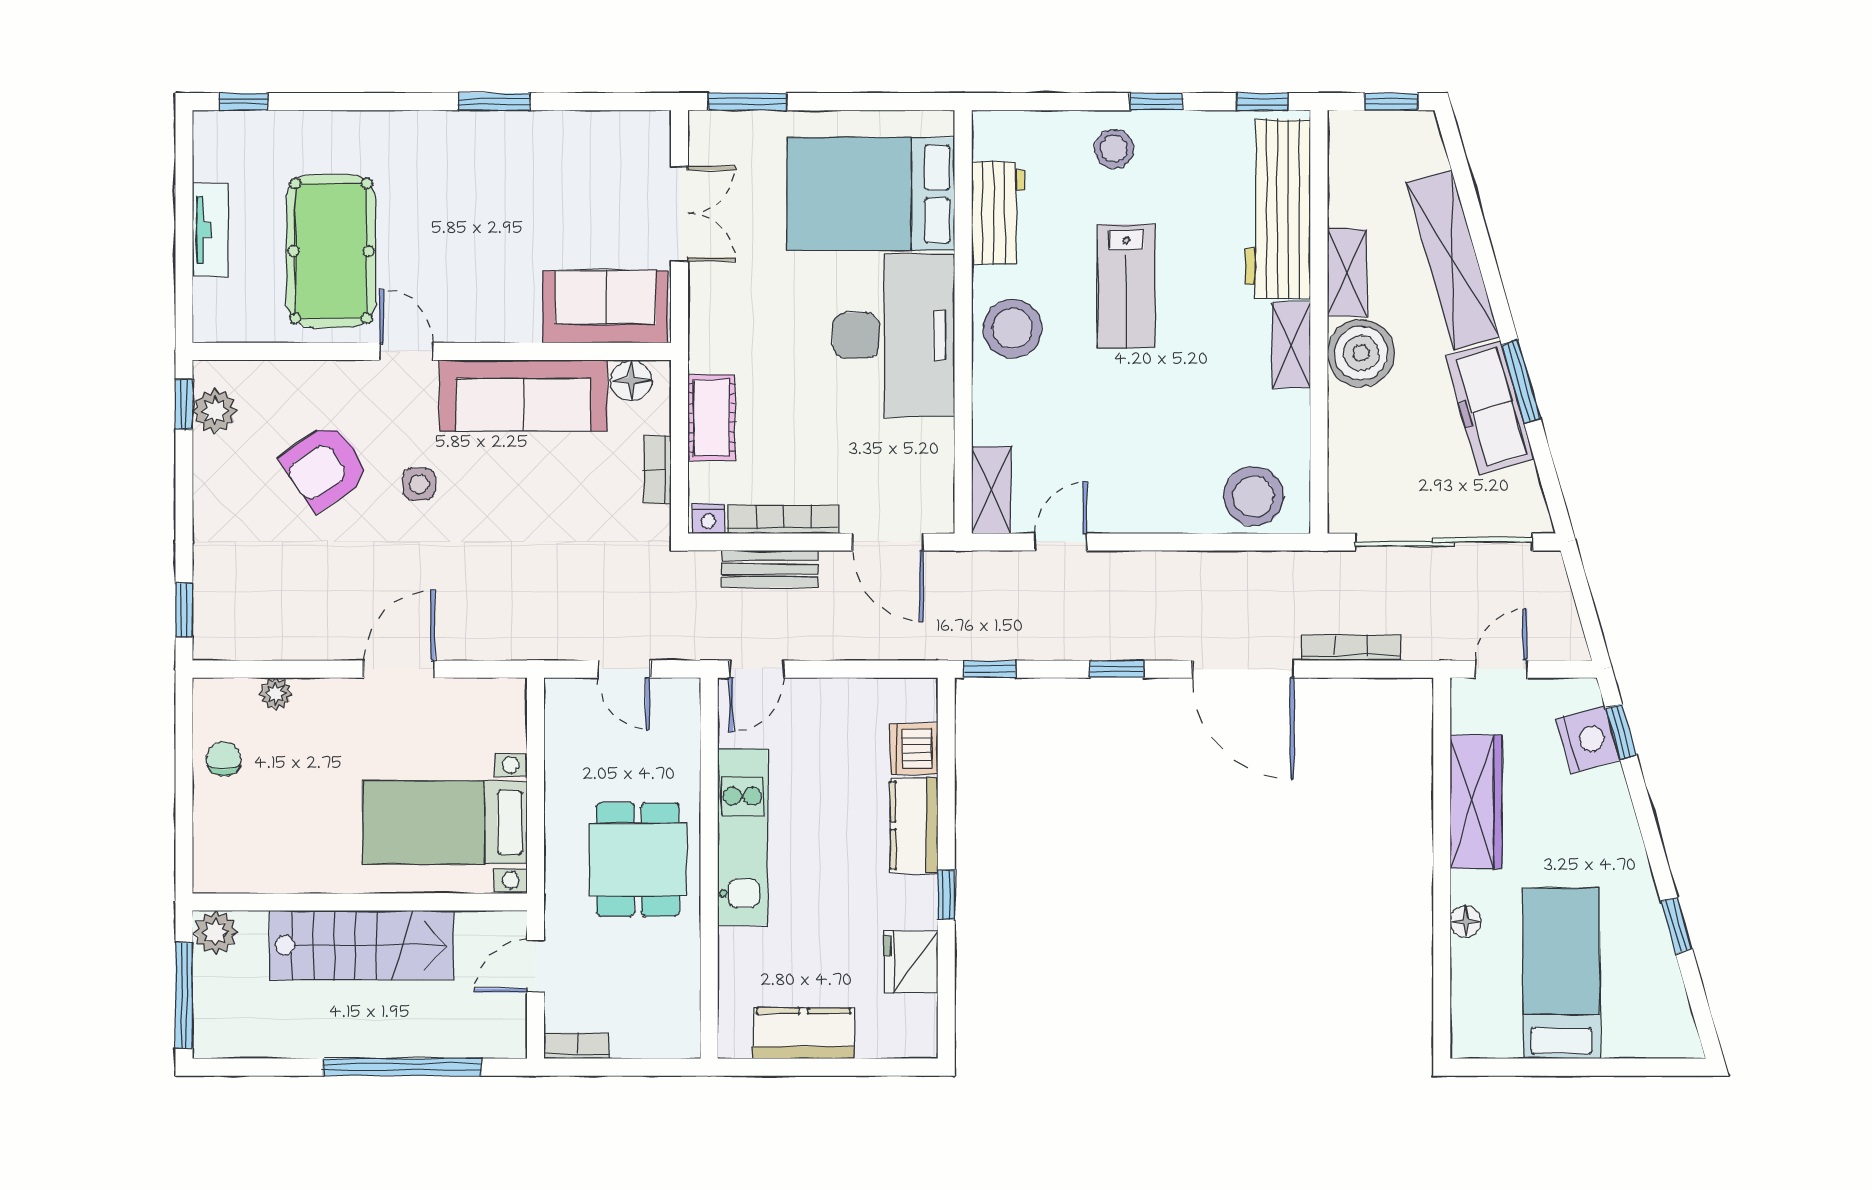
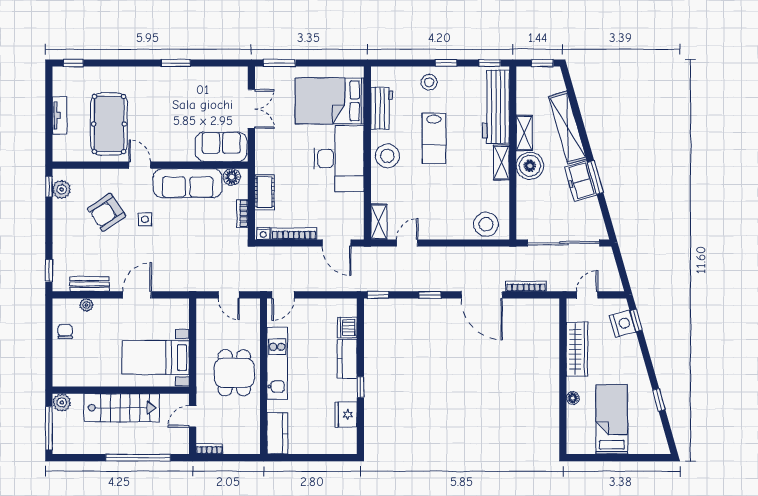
freezer: (1490, 408) -> (581, 181), width x0.71
bench: (770, 569) -> (89, 284), moved
kitchen counter: (804, 1033) -> (277, 433), moved, turned 90

